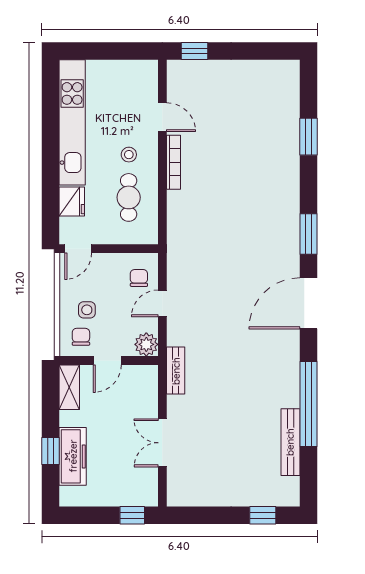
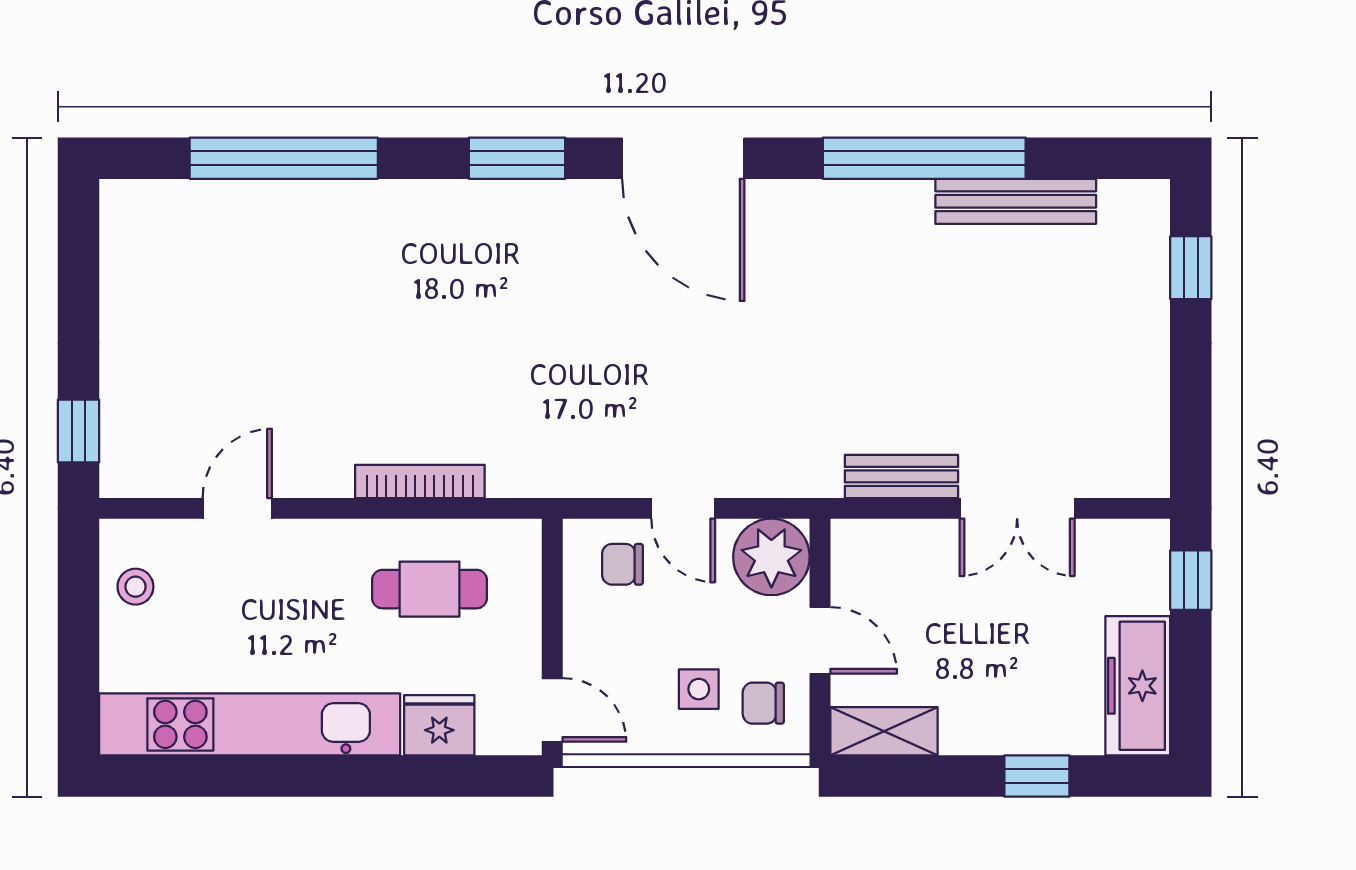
window: (308, 137) -> (284, 158), width x2.11
stool: (129, 155) -> (135, 587), moved
bookcase: (174, 162) -> (420, 481), moved
plant: (146, 344) -> (771, 557), width x1.36, depth x1.36
bench: (176, 371) -> (901, 476), moved
freezer: (73, 456) -> (1138, 686), moved, turned -90

